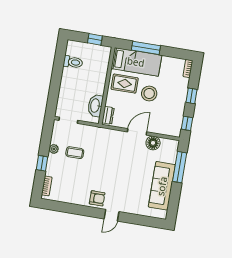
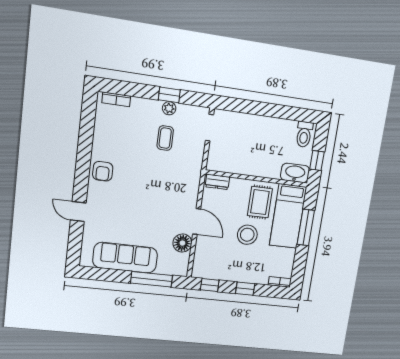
toilet: (73, 62) -> (304, 134), moved
washbasin: (95, 106) -> (295, 173), moved
window: (42, 163) -> (169, 95), moved
door: (111, 215) -> (78, 212), moved

